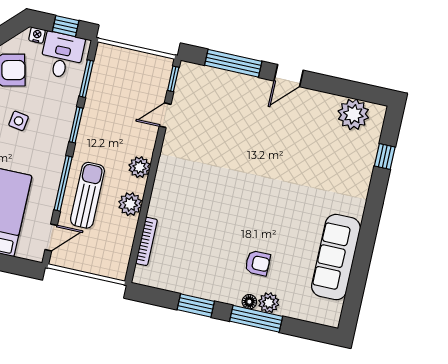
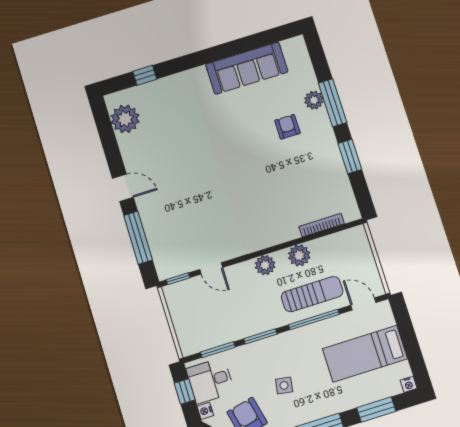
sun lounger: (87, 195) -> (312, 294), turned 180
floor lamp: (249, 302) -> (322, 116), removed

